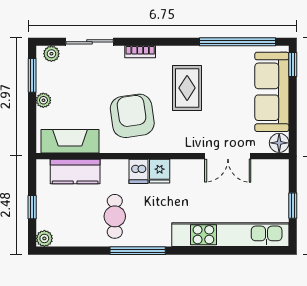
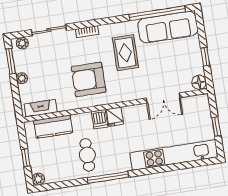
window: (293, 65) -> (205, 57), moved
sofa: (272, 92) -> (168, 27), moved, turned -90
armchair: (132, 116) -> (89, 79), turned -82
fireplace: (70, 141) -> (41, 108), width x0.73, depth x0.76

